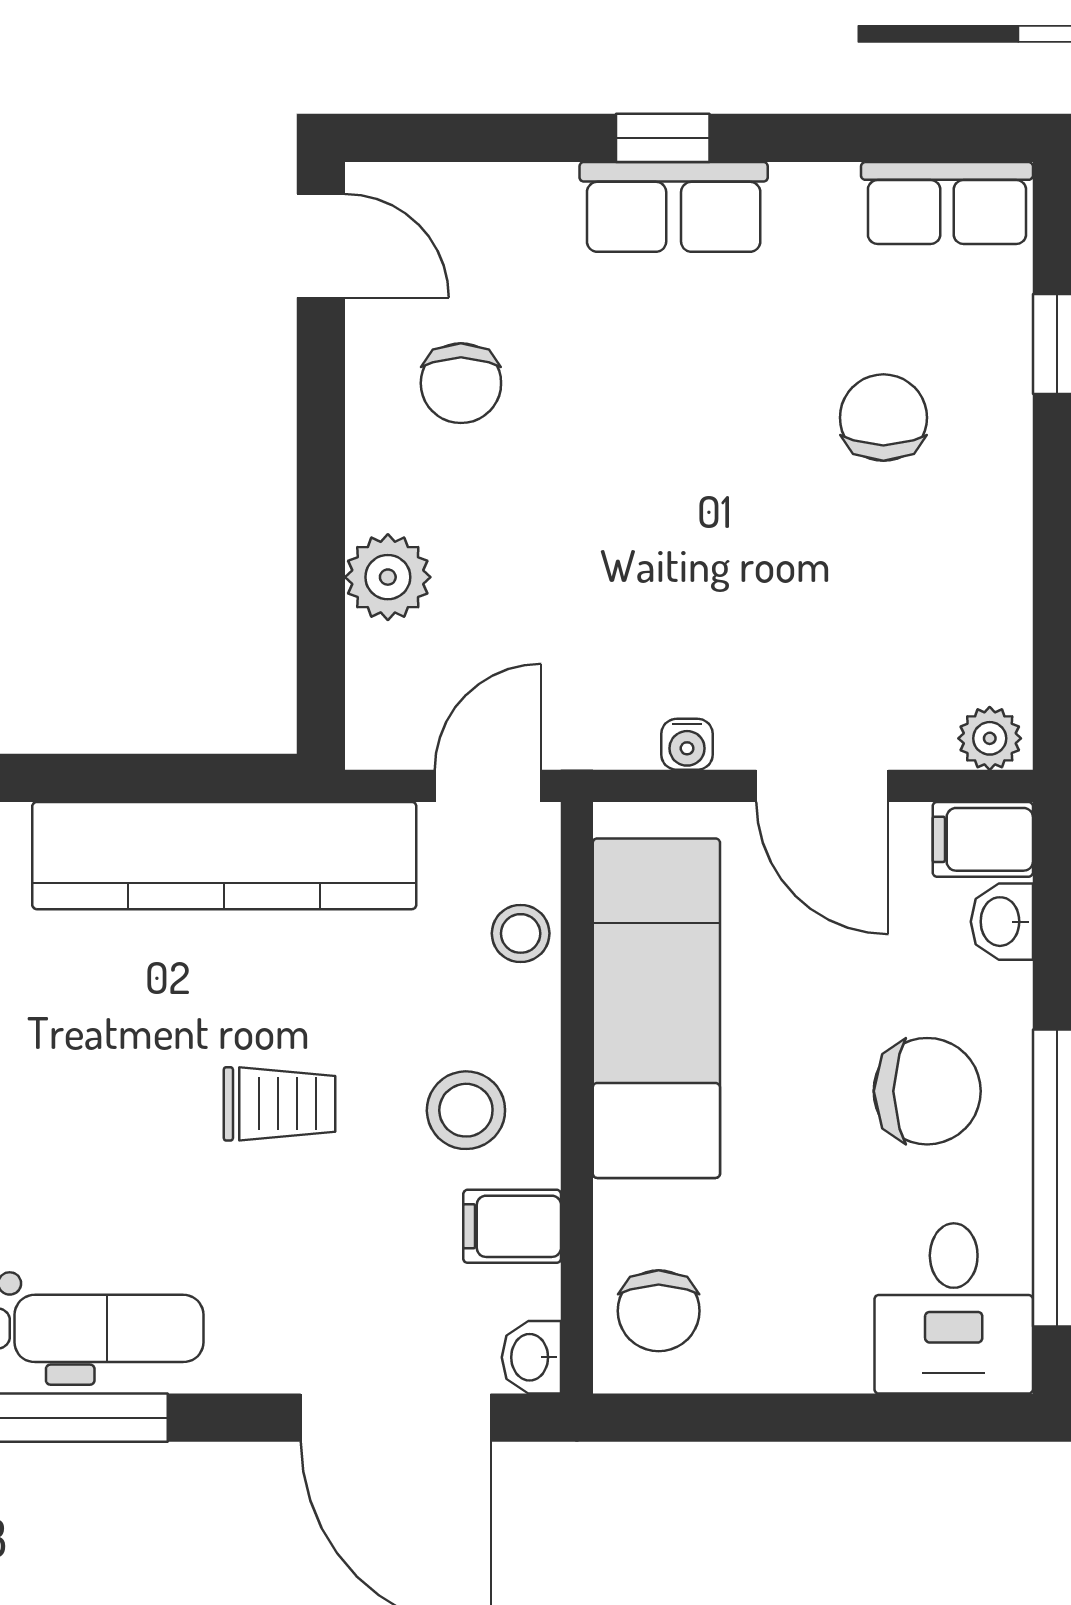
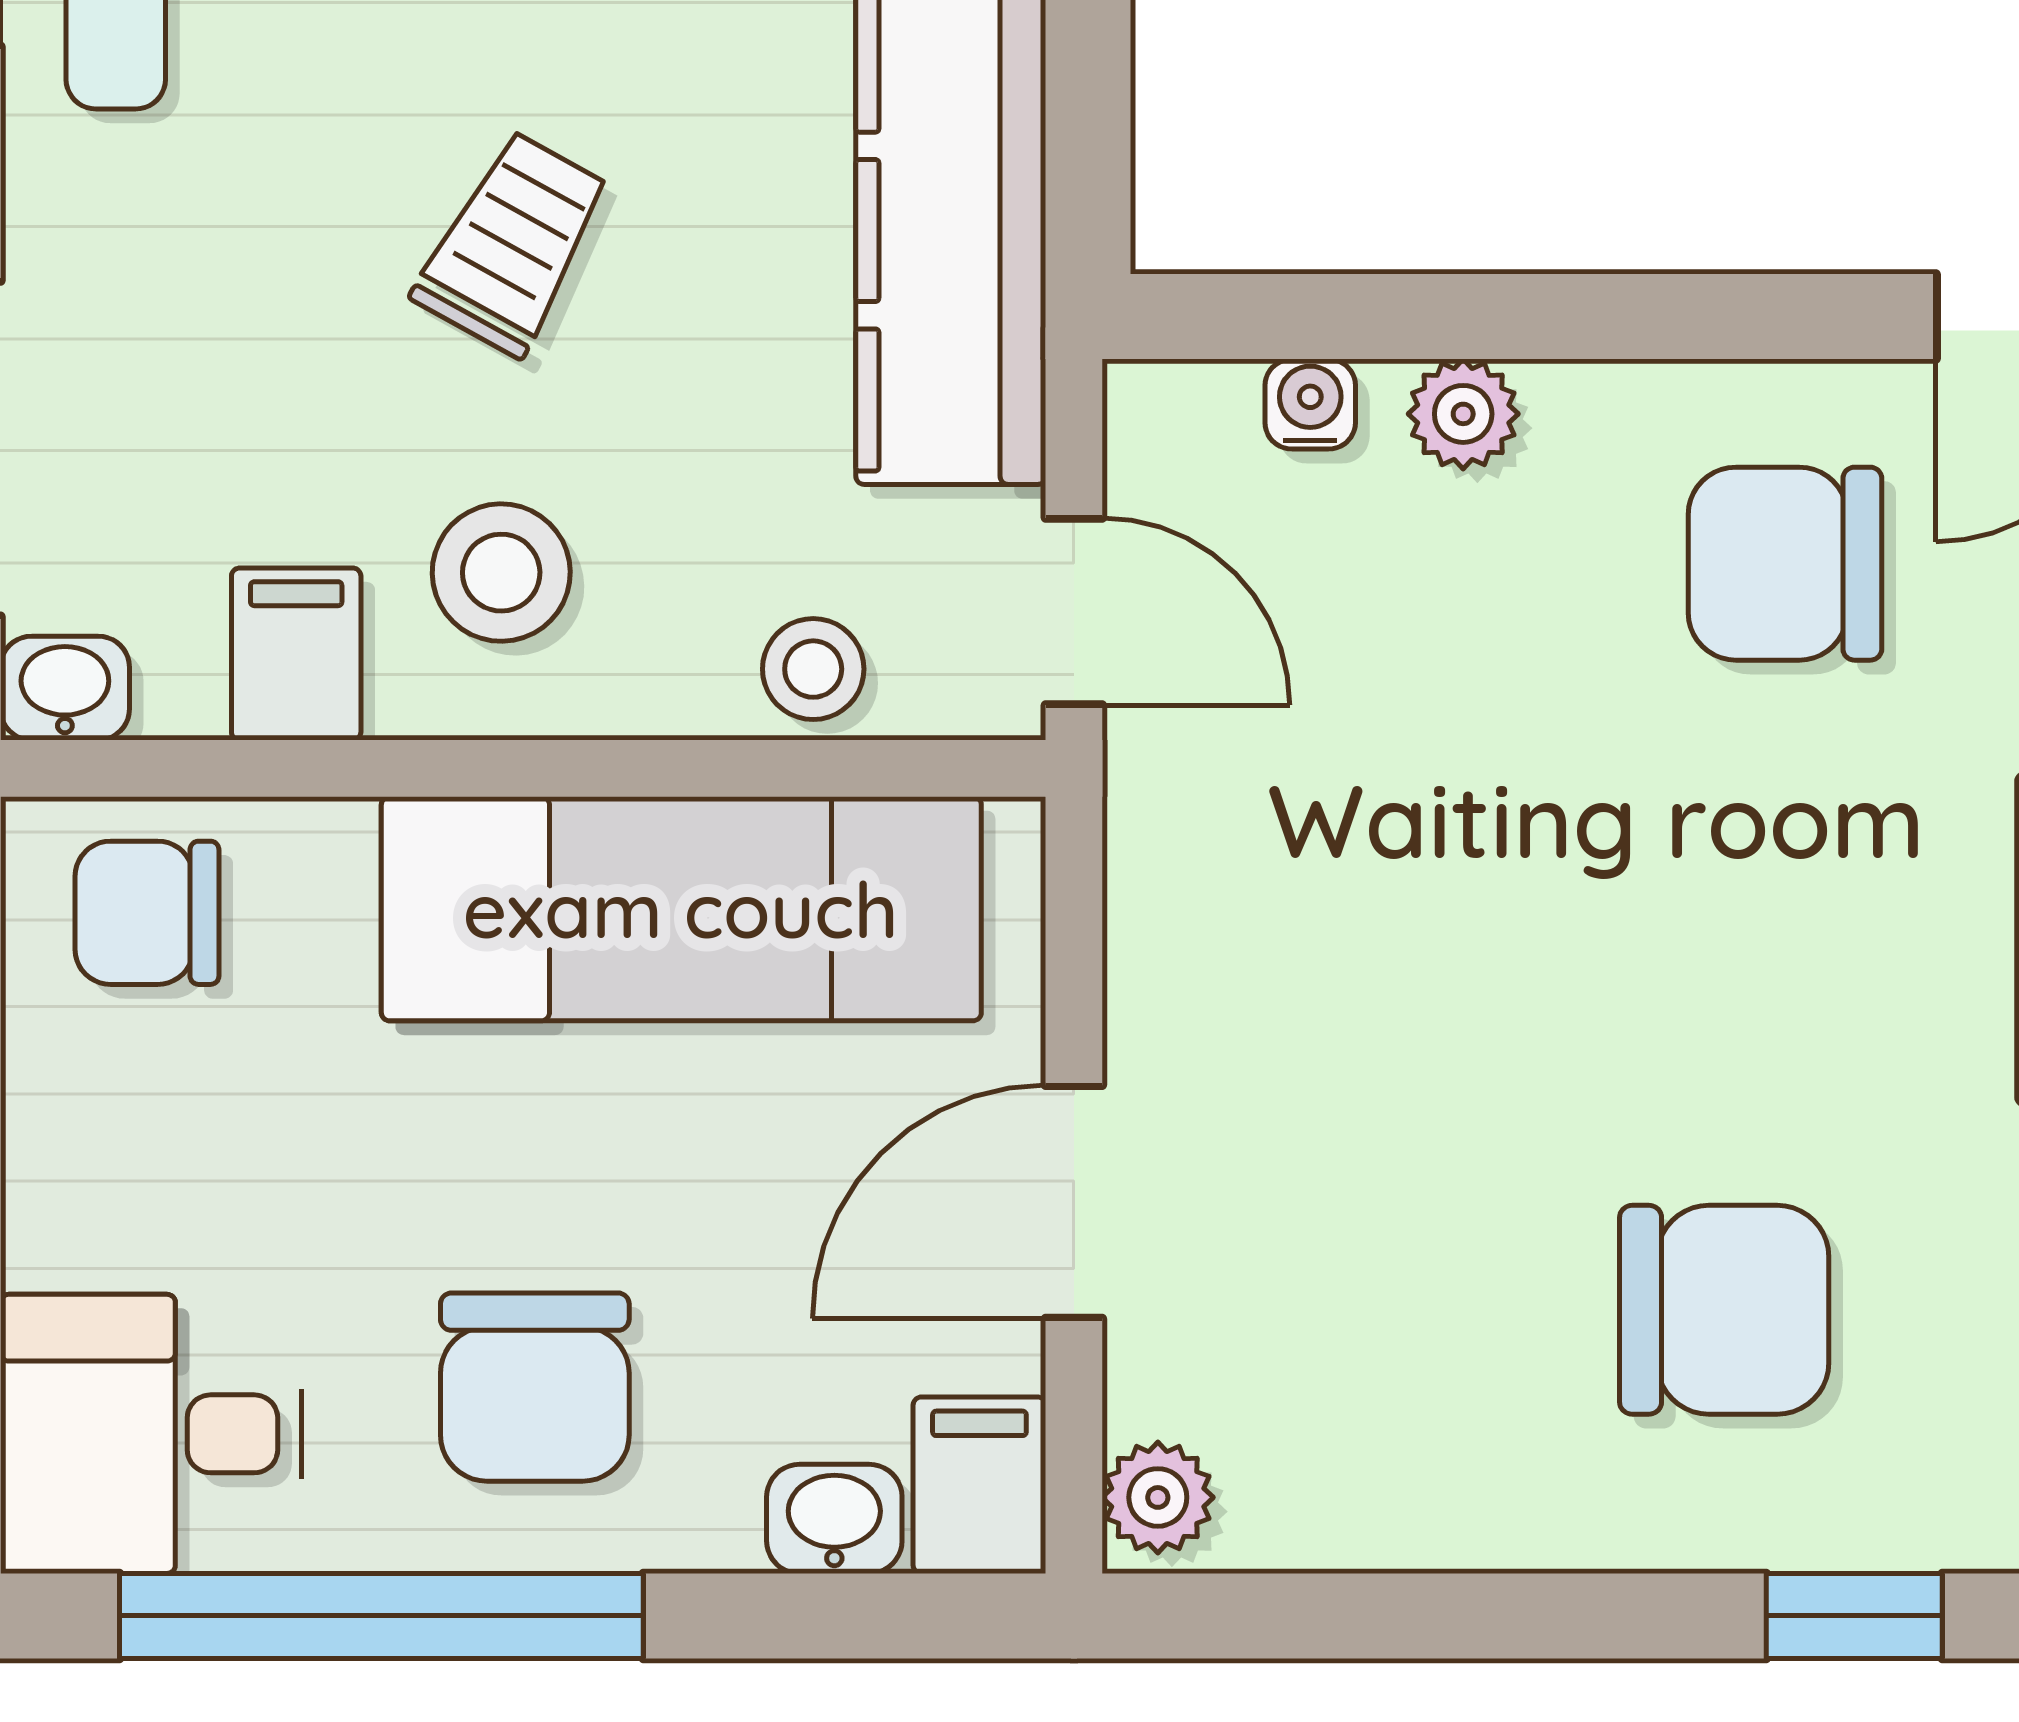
chair: (461, 383) -> (1785, 564), width x1.37, depth x1.37
chair: (883, 418) -> (1724, 1310), width x1.37, depth x1.37
plant: (388, 577) -> (1463, 414), width x0.73, depth x0.73
water cooler: (687, 744) -> (1310, 404), moved, turned 90
trolley: (280, 1104) -> (512, 243), turned -151

